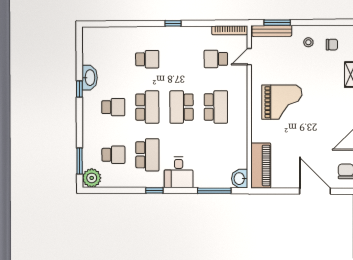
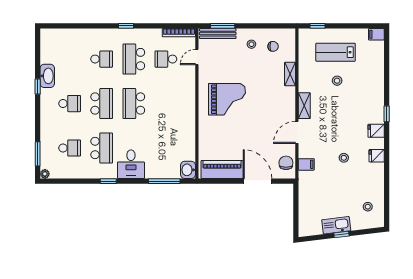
school desk: (216, 107) -> (134, 59), moved, turned 180
piano: (261, 165) -> (222, 169), moved, turned -90
plant: (92, 178) -> (45, 174), width x0.53, depth x0.53

